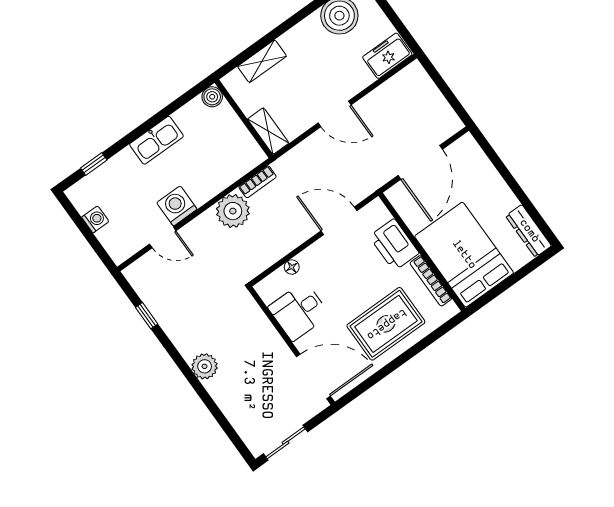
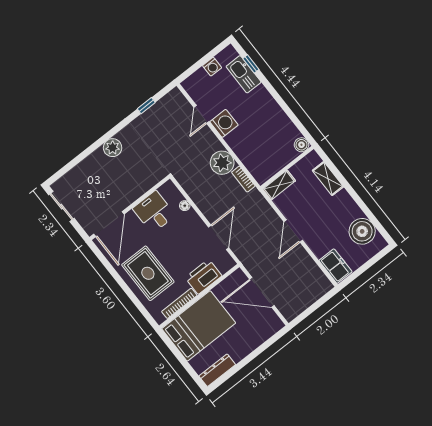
kitchen sink: (157, 140) -> (244, 74), moved

